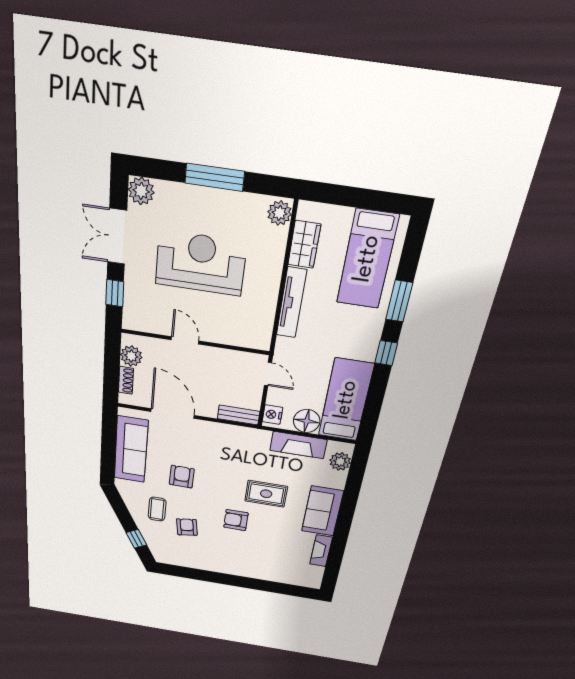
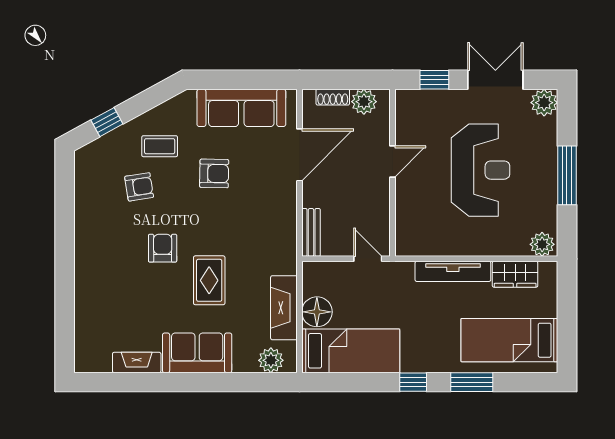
door: (268, 374) -> (368, 259), swing flipped
nightstand: (272, 415) -> (318, 271), removed

